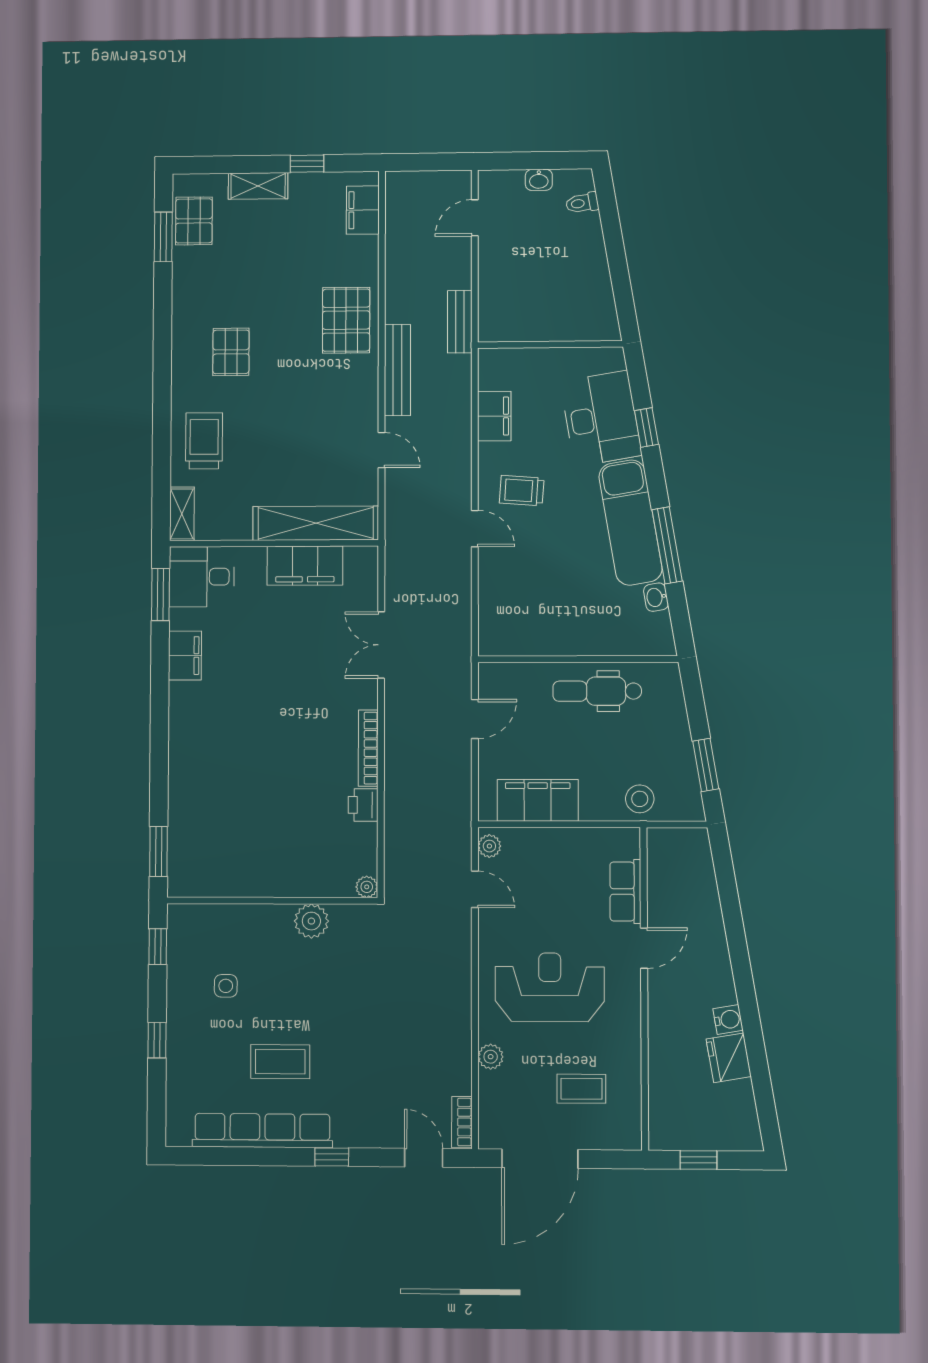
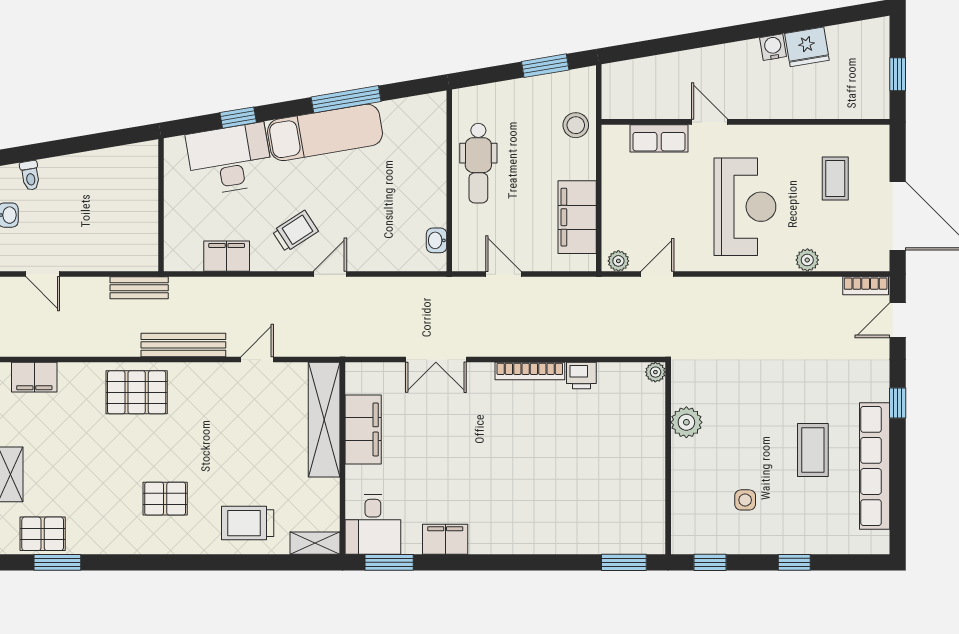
trolley: (522, 491) -> (295, 231), turned -127
washbasin: (656, 597) -> (437, 240), moved, turned 100
reception desk: (550, 987) -> (745, 207), turned 180

